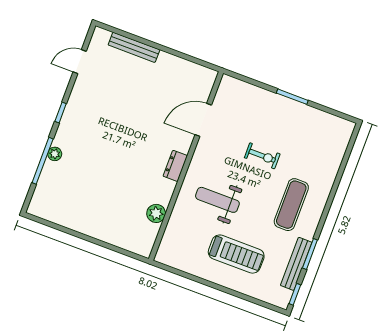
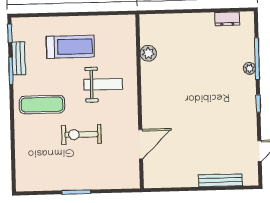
exercise bike: (262, 156) -> (81, 134), width x1.38, depth x1.39
dresser: (175, 166) -> (227, 19), moved, turned 90
exercise mat: (291, 205) -> (42, 105), turned 90
treadmill: (236, 254) -> (70, 47), turned 180
bench: (296, 264) -> (19, 58), width x0.73

